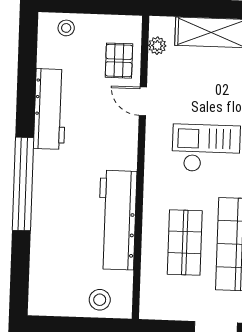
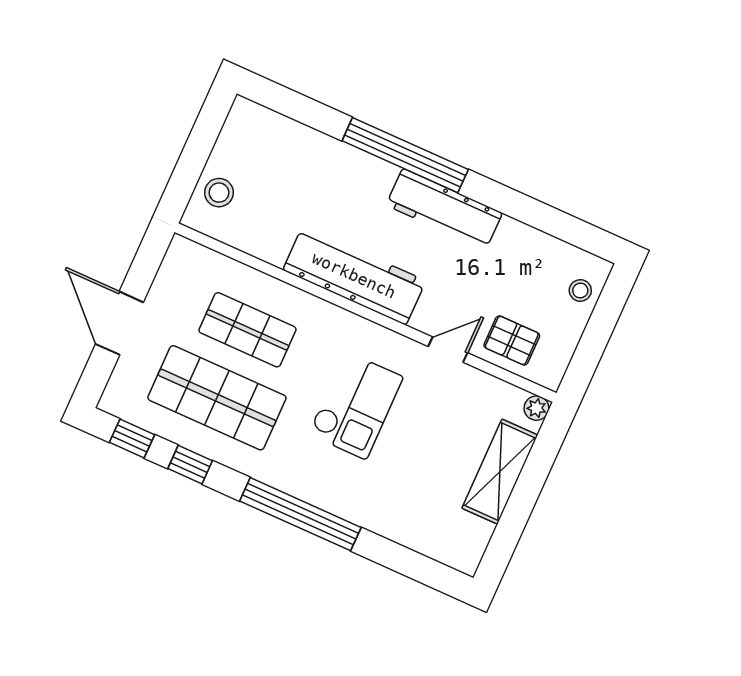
plant: (157, 46) -> (536, 408), moved
workbench: (50, 109) -> (444, 209), moved
workbench: (117, 220) -> (354, 275), moved

